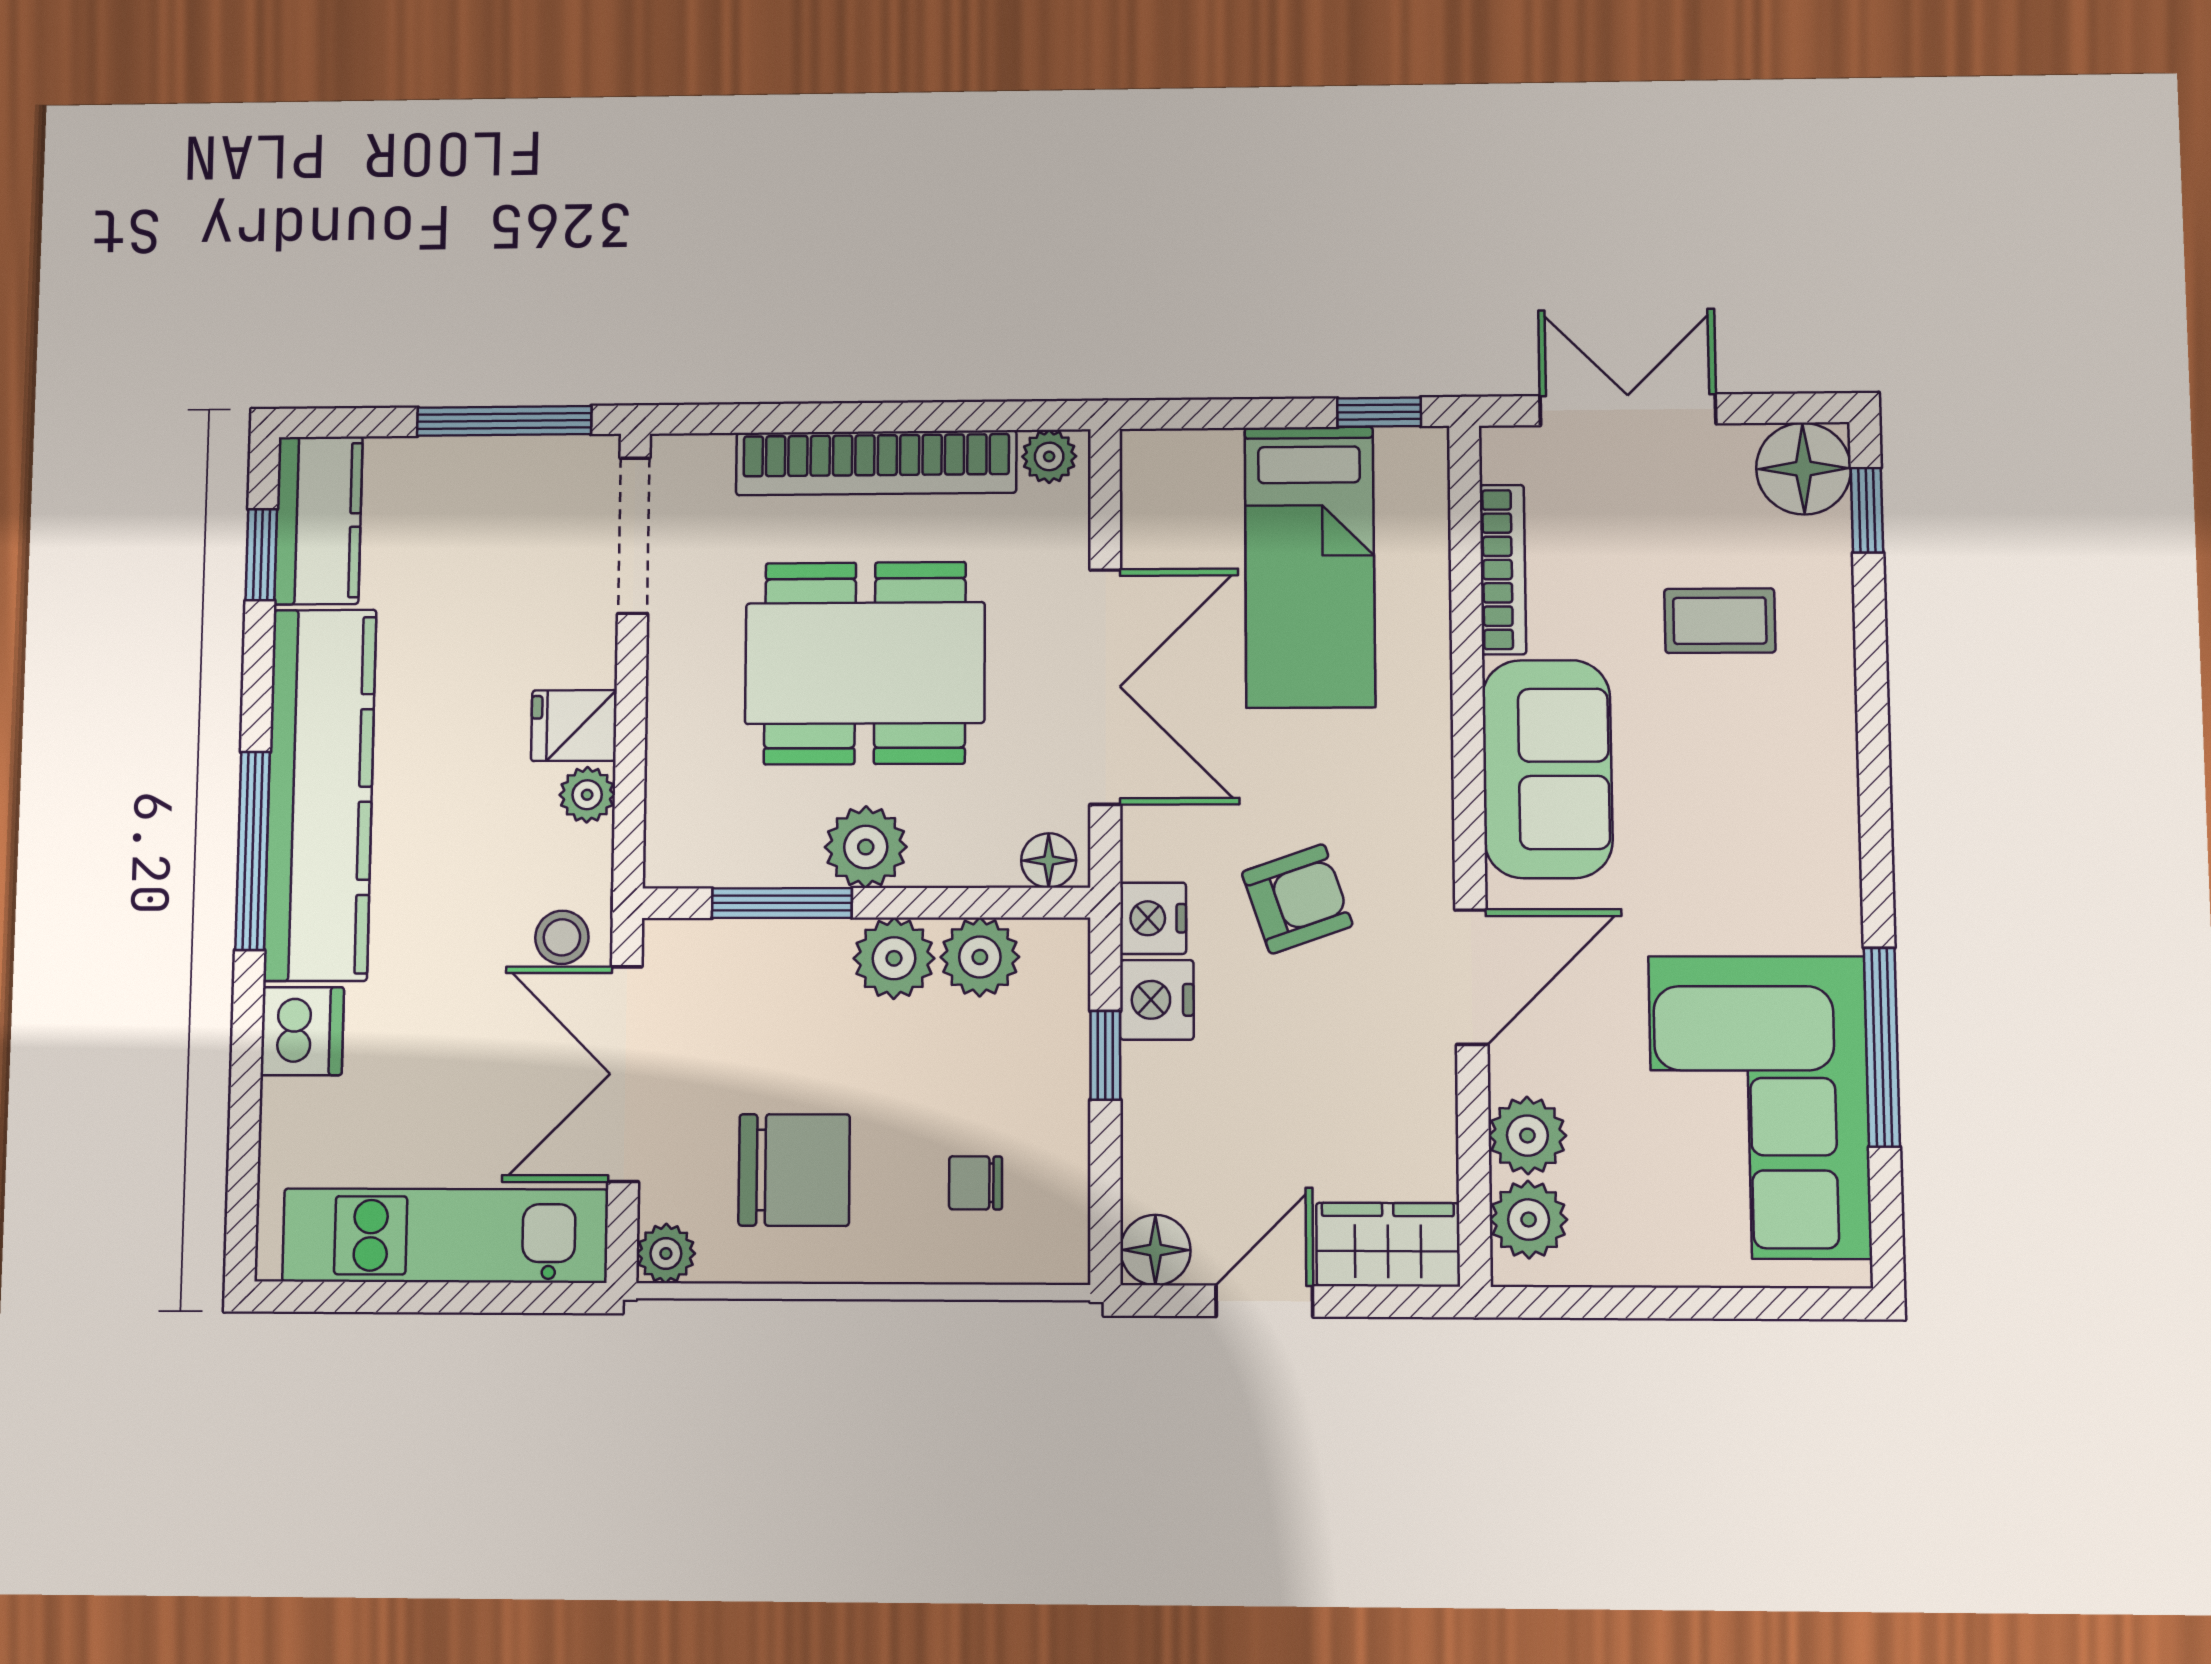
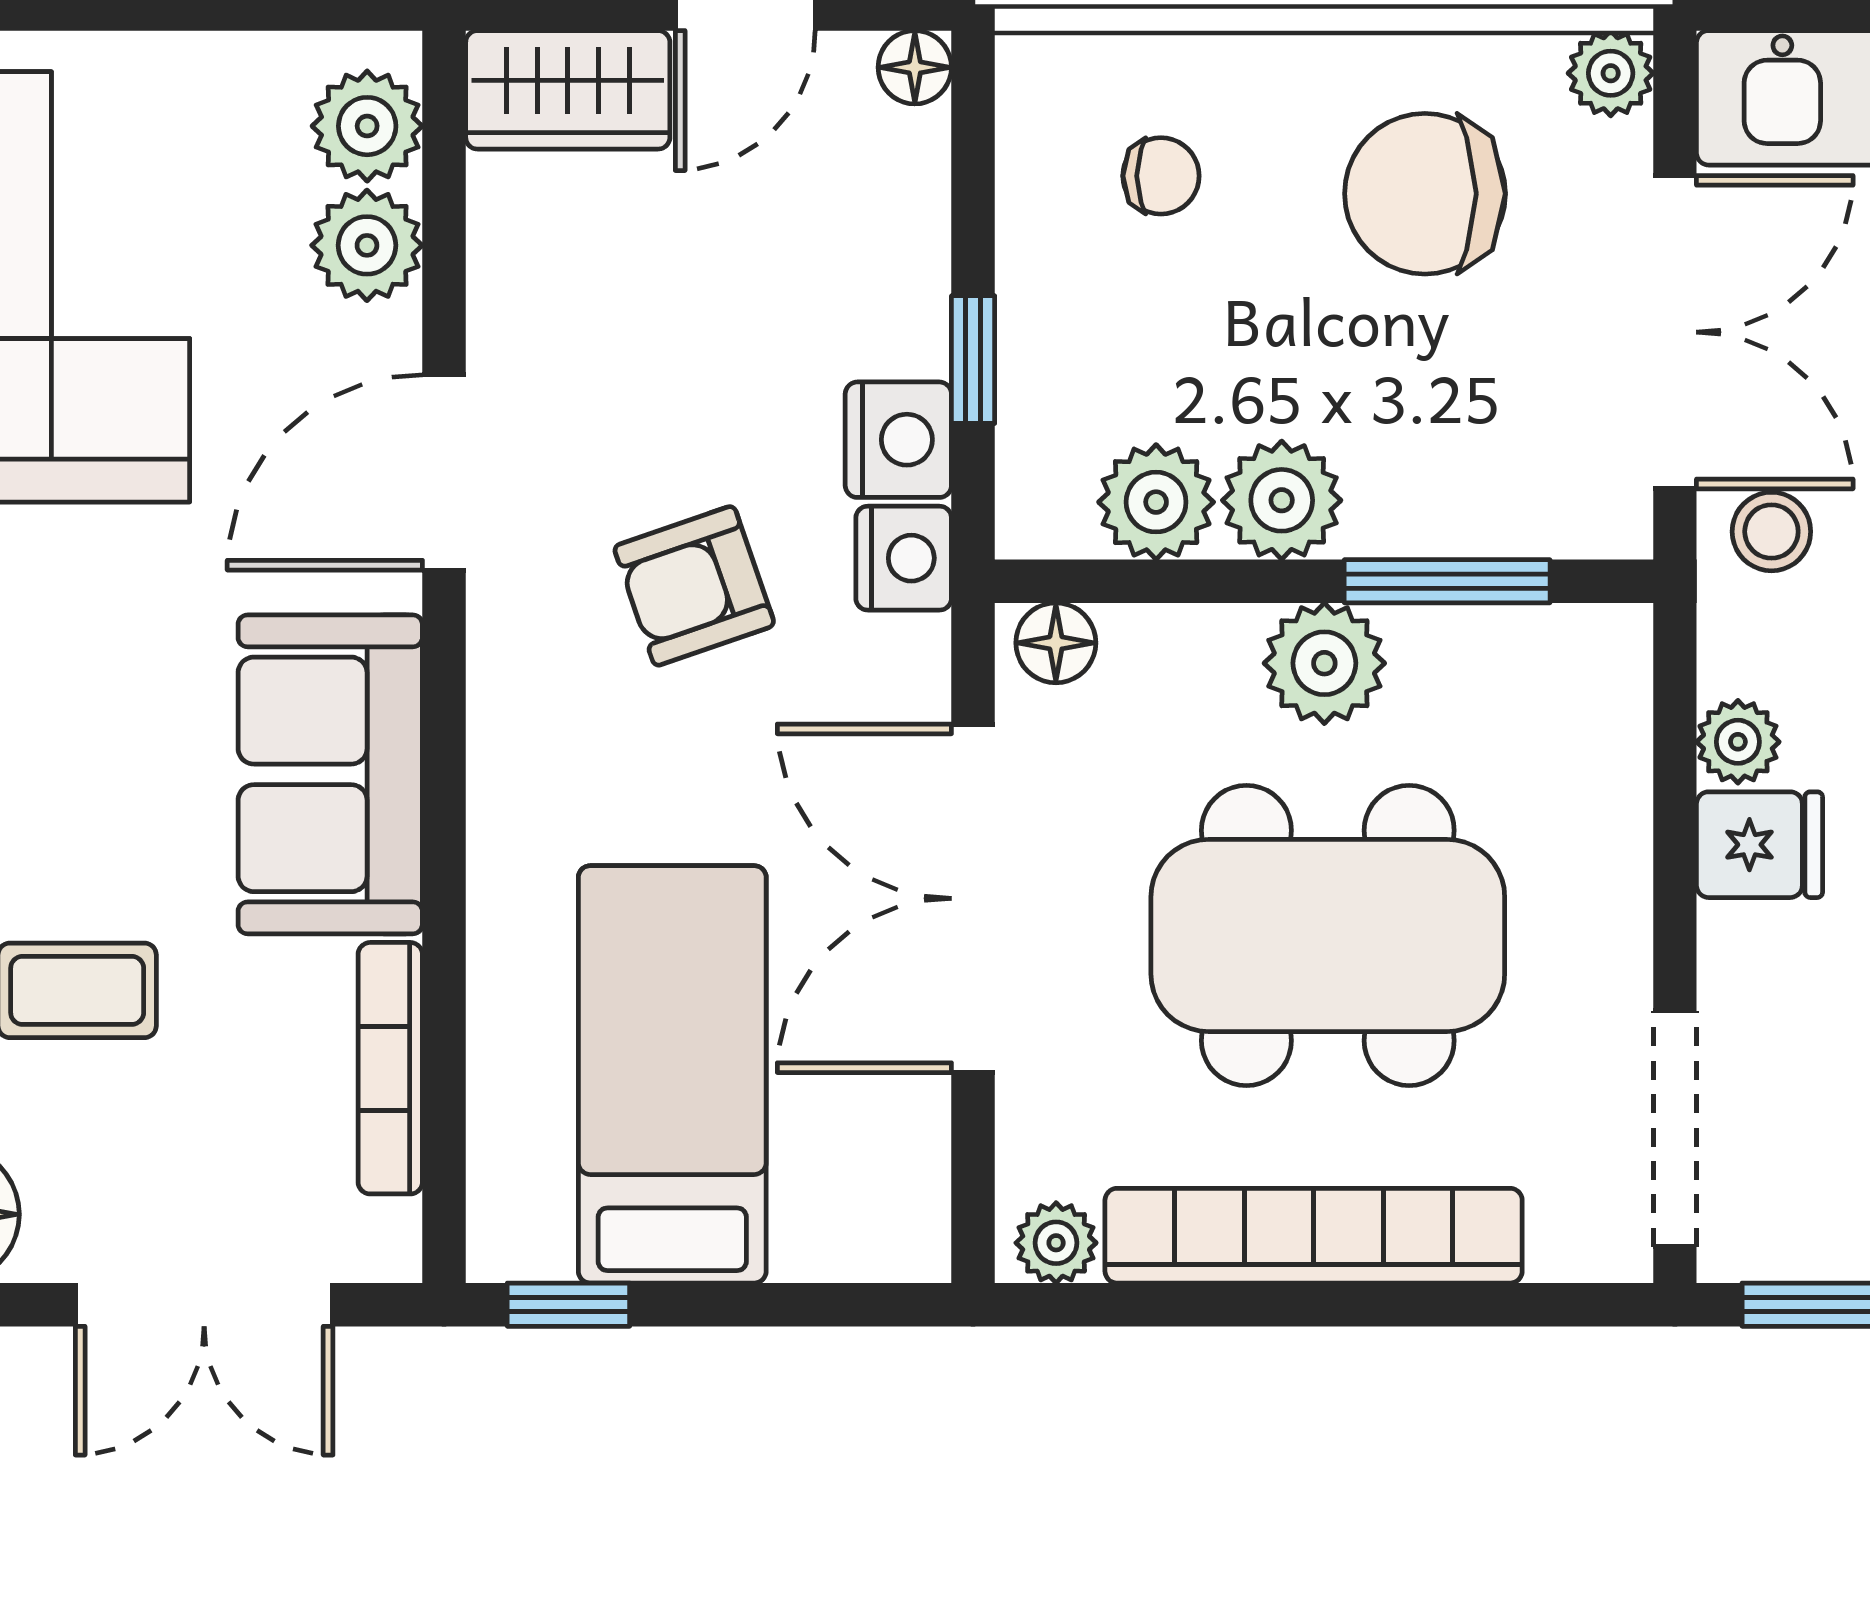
floor lamp: (1155, 1250) -> (915, 67), width x0.73, depth x0.73

